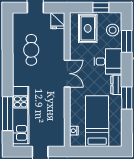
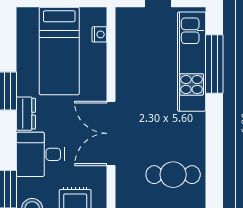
cafe table: (31, 50) -> (173, 175), turned 90
double door: (67, 74) -> (111, 133), width x1.37

